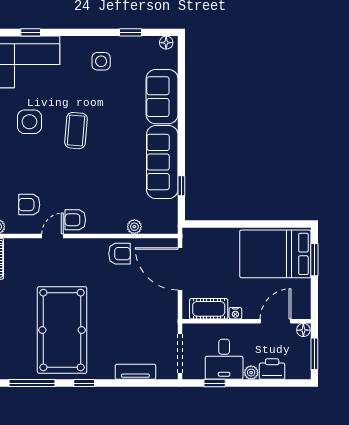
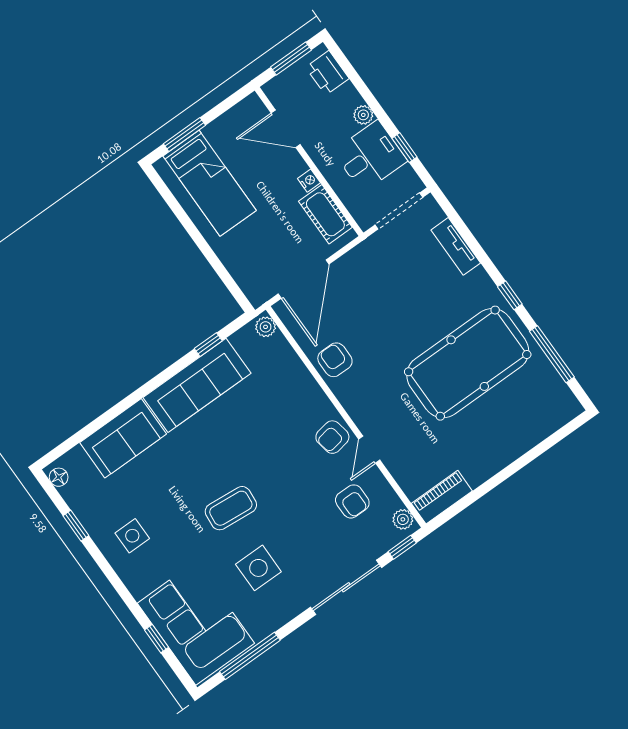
armchair: (75, 220) -> (332, 437), turned 80
plant: (134, 227) -> (266, 327), moved
door: (52, 236) -> (369, 450), hinge flipped
bed: (275, 254) -> (210, 183), width x0.67
floor lamp: (303, 330) -> (273, 90), removed
printer: (272, 369) -> (327, 73), moved

